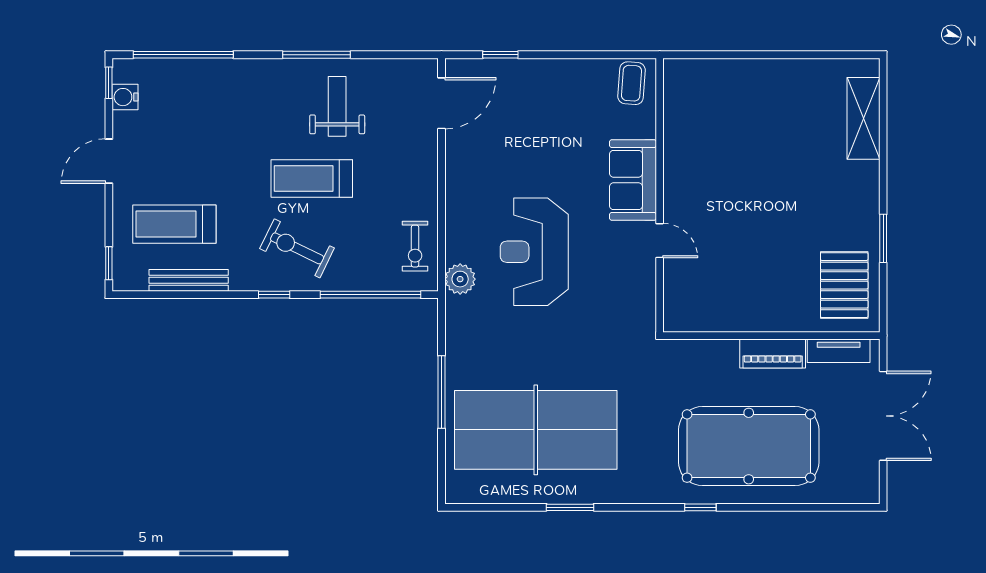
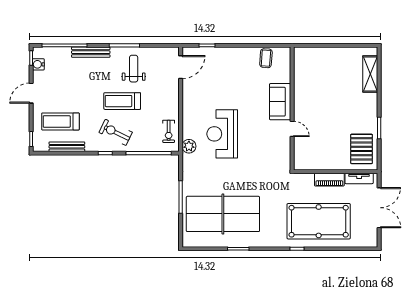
bench: (242, 70) -> (91, 52), added
sofa: (633, 180) -> (280, 102), moved
wall: (660, 195) -> (292, 108), moved
door: (660, 241) -> (292, 129), moved

